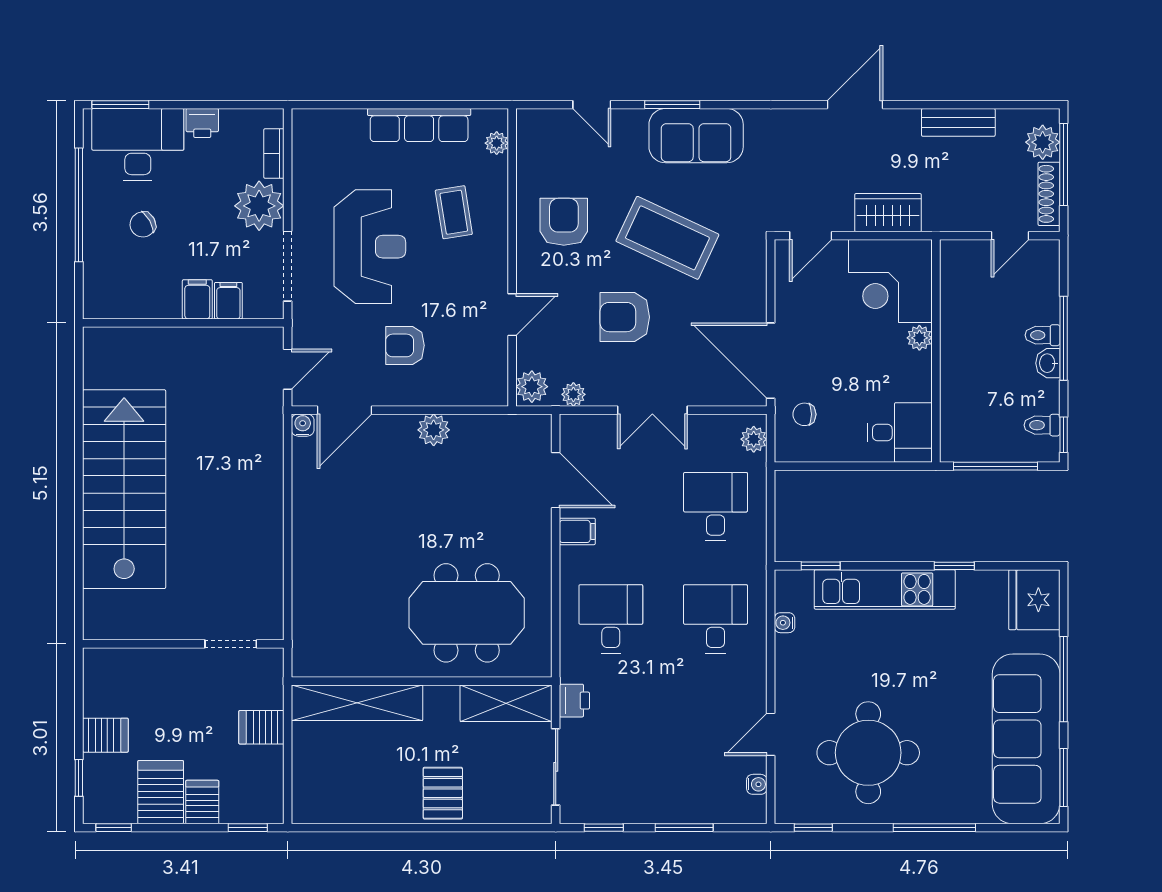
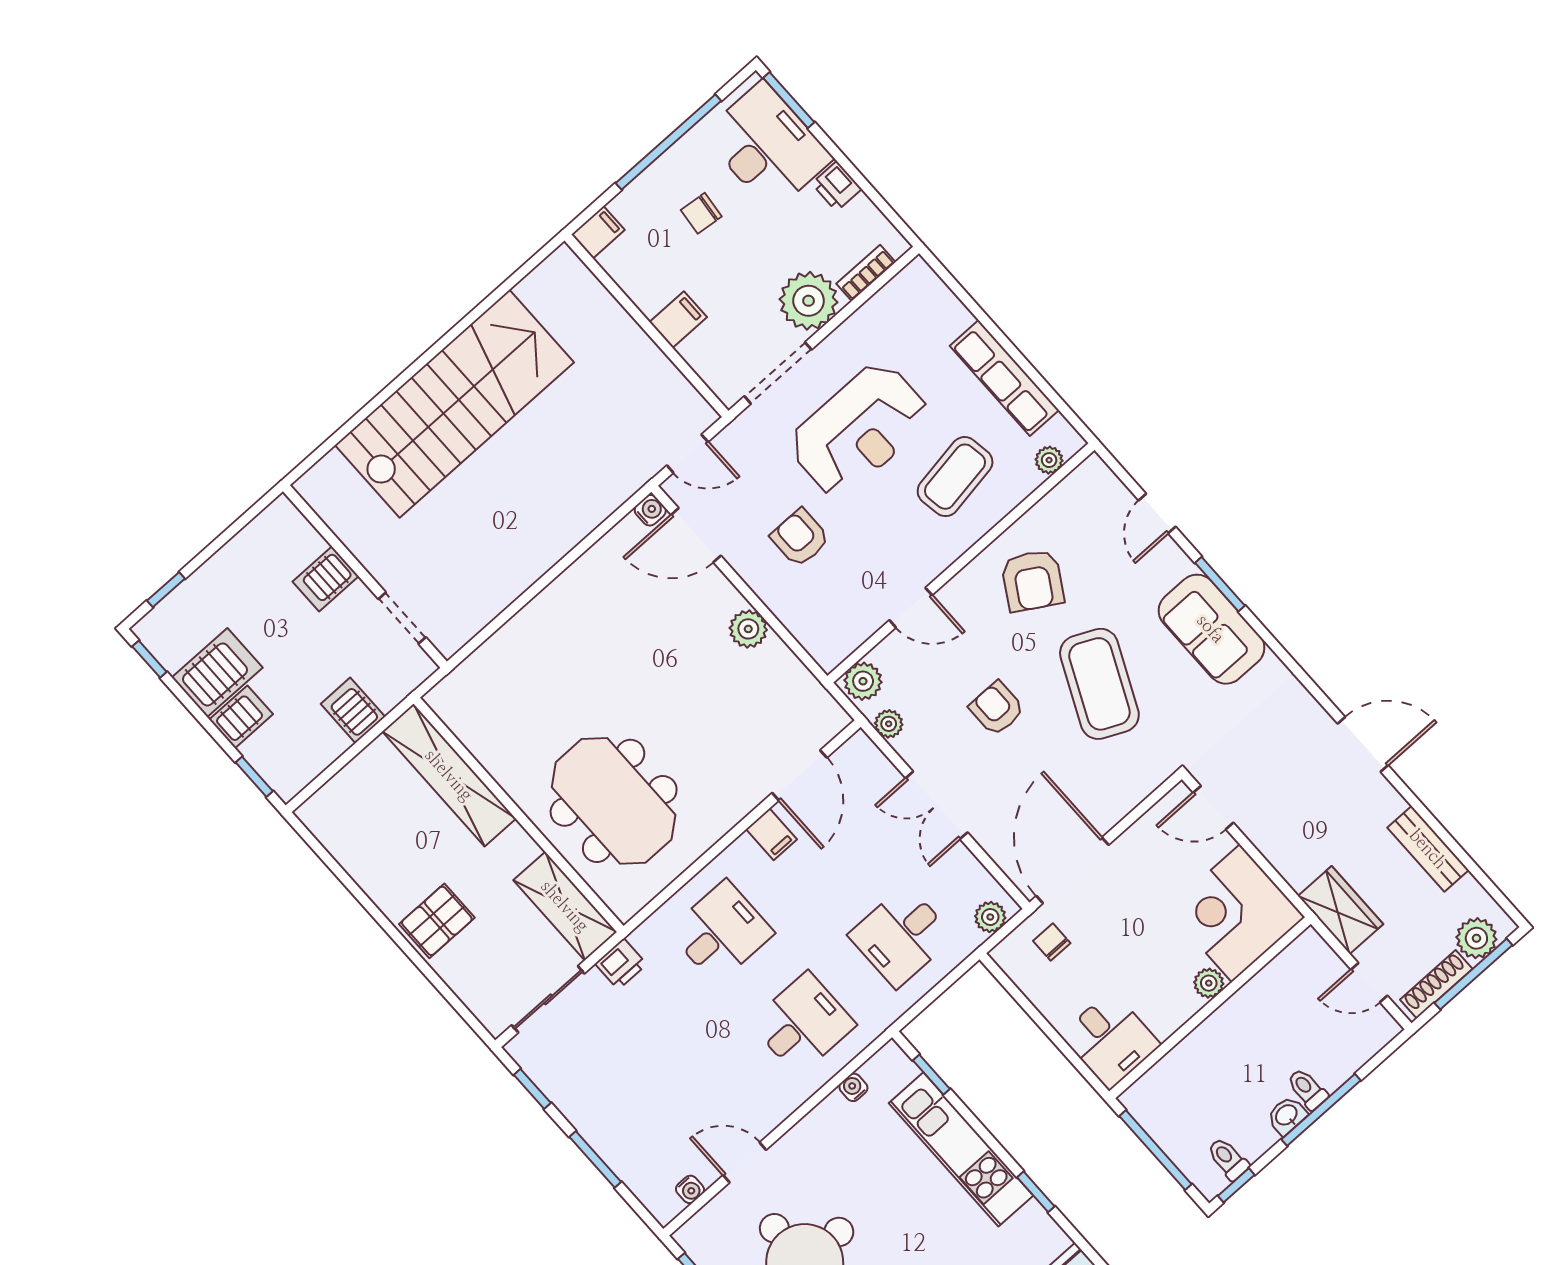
coffee table: (454, 212) -> (955, 477), width x1.36, depth x1.30
wardrobe: (888, 213) -> (1341, 910), moved
armchair: (564, 222) -> (1033, 581), turned 121
chair: (143, 224) -> (701, 213), turned -55
filing cabinet: (228, 301) -> (598, 232), moved
armchair: (625, 317) -> (997, 708), width x0.72, depth x0.72
desk: (715, 507) -> (901, 936), turned 180
server rack: (105, 735) -> (326, 579), moved, turned 90

